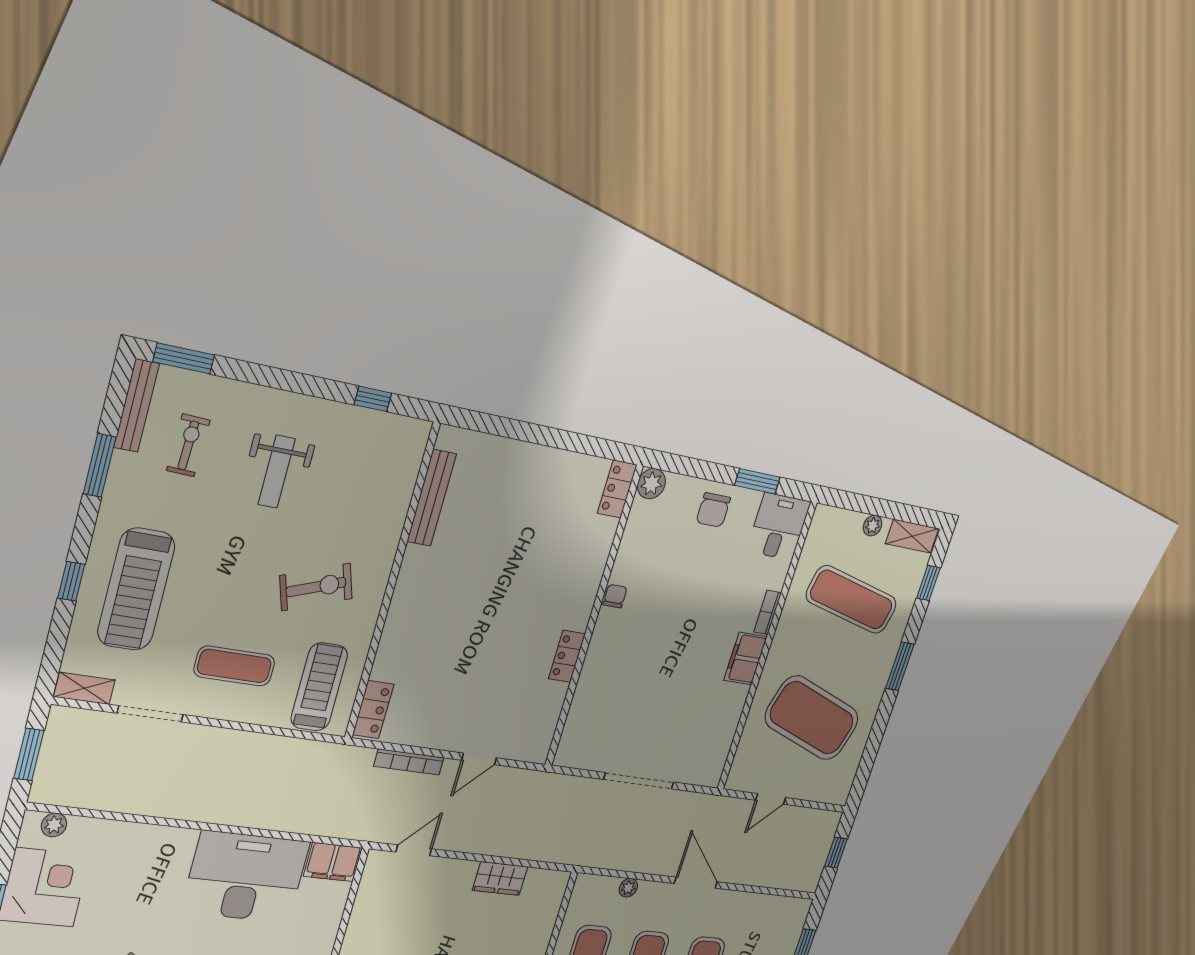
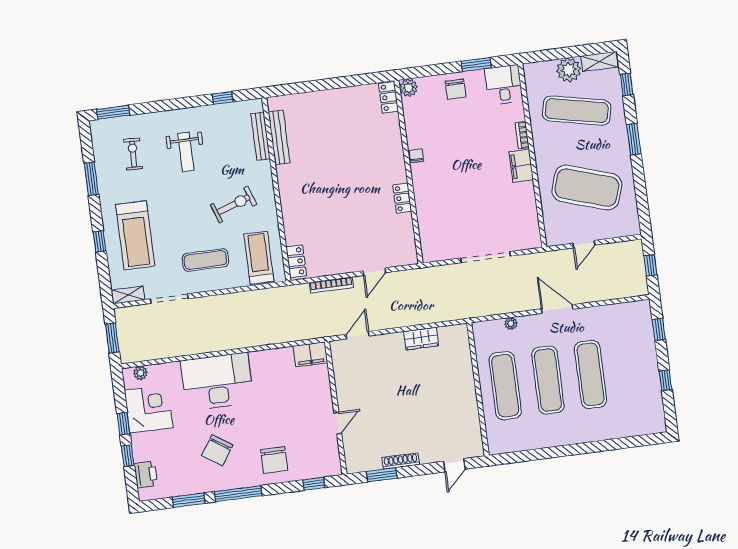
bench: (136, 406) -> (260, 136), moved
plant: (873, 526) -> (569, 70), width x1.87, depth x1.87
desk: (245, 877) -> (217, 381), moved

